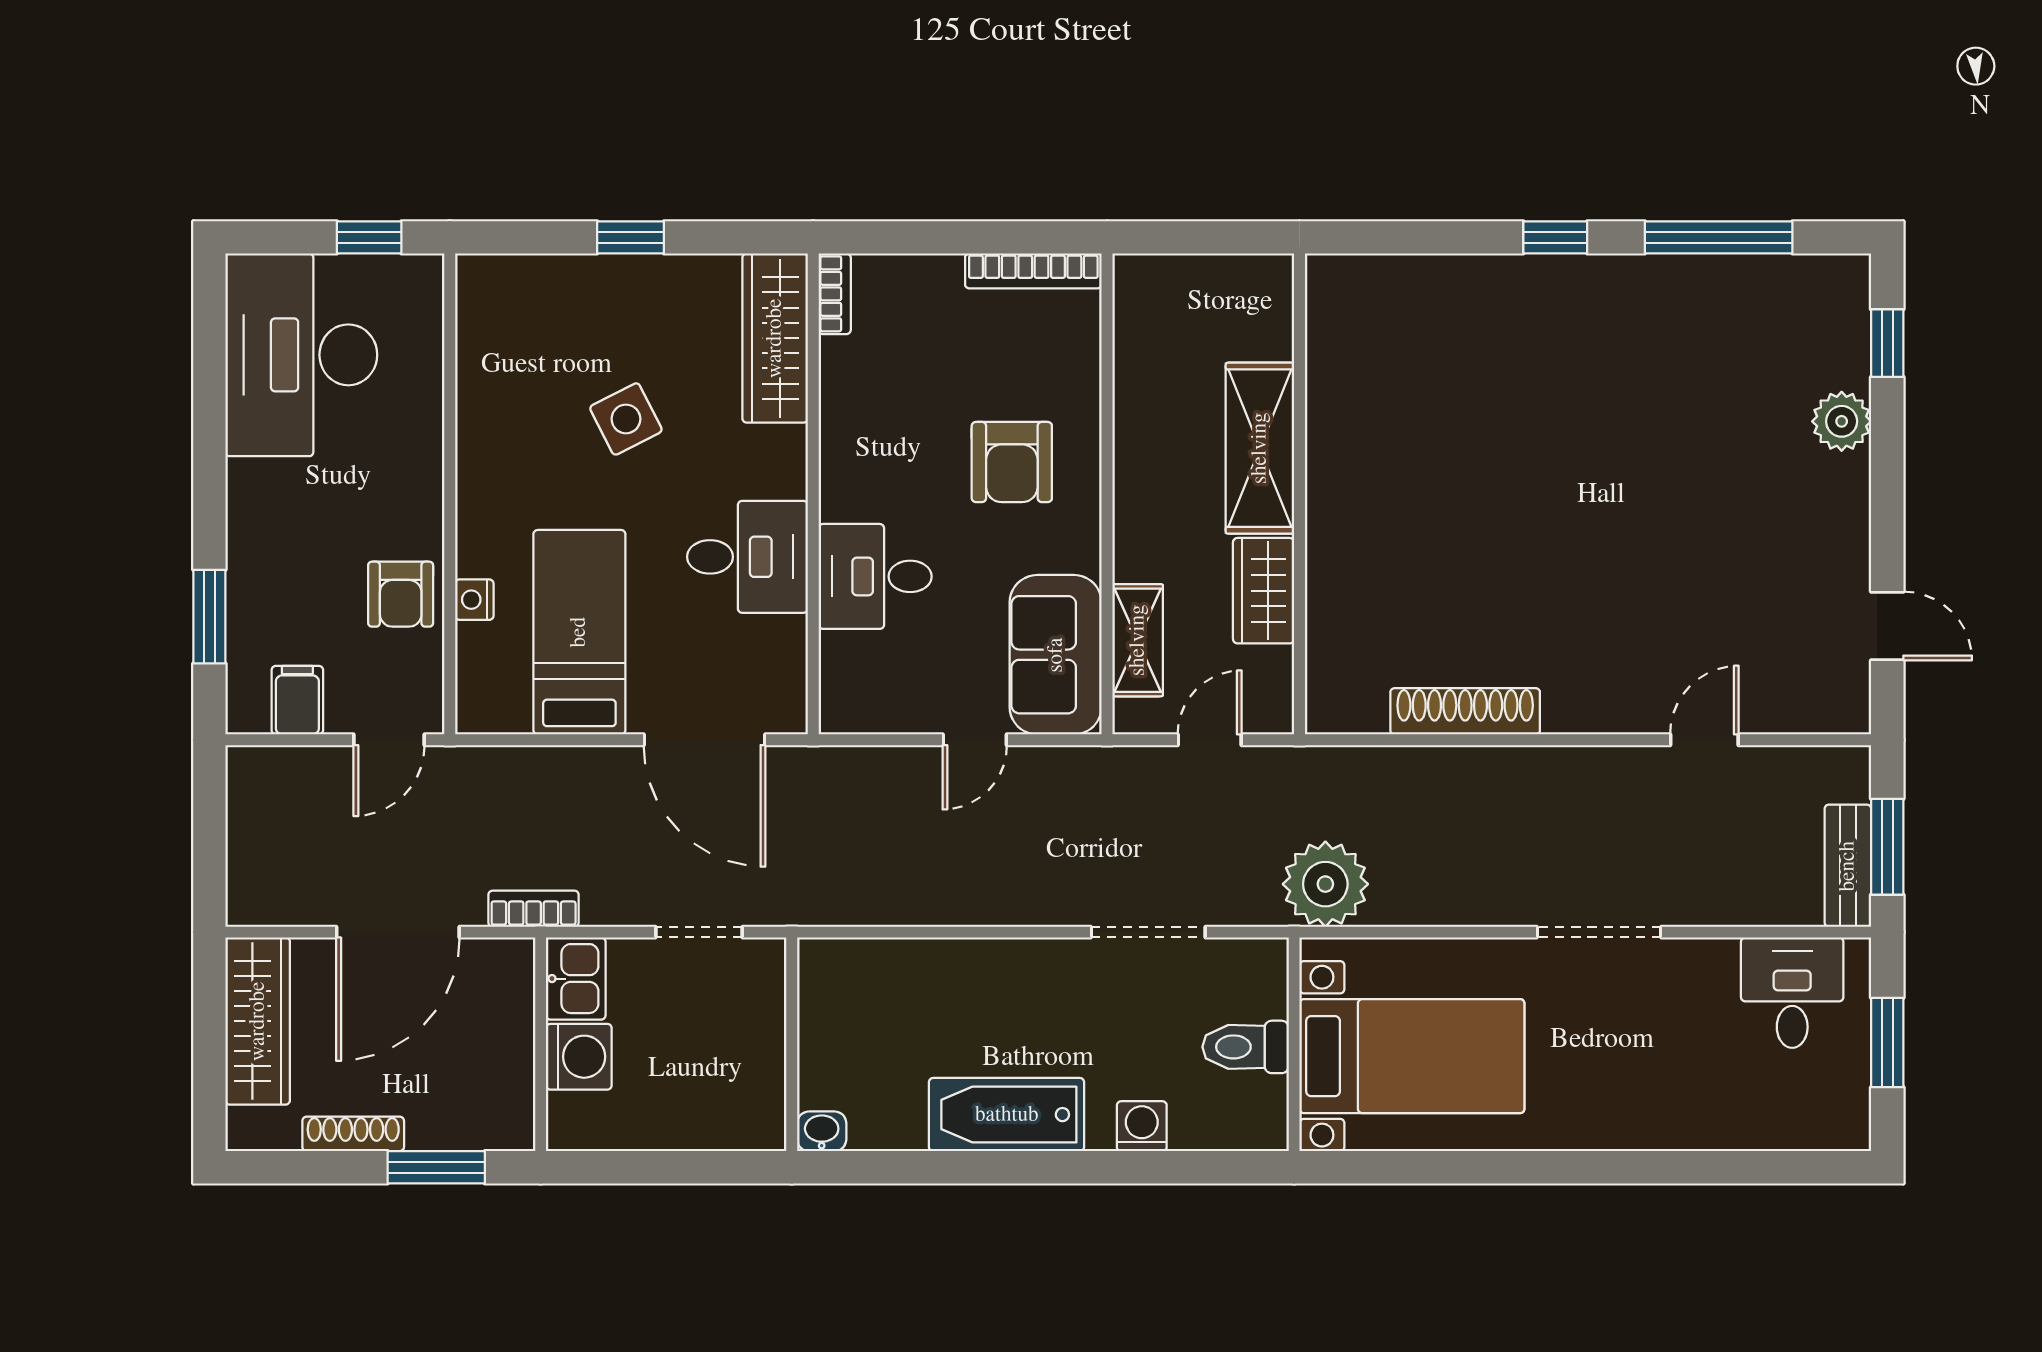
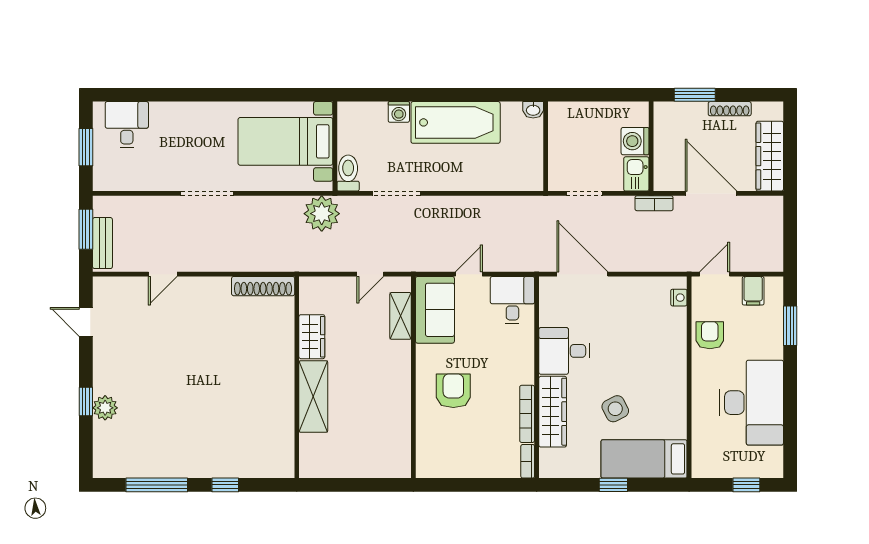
window: (369, 237) -> (746, 485), moved
bookcase: (1033, 271) -> (527, 414), moved, turned -90
wardrobe: (775, 338) -> (553, 412), moved
window: (1887, 343) -> (86, 401), moved
desk: (301, 355) -> (751, 403), moved
shelving: (1260, 448) -> (313, 396), moved
wall: (1299, 494) -> (297, 377), moved
desk: (875, 576) -> (512, 300), moved, turned -90
wardrobe: (1264, 591) -> (312, 337), moved
nightstand: (474, 600) -> (679, 298), moved
bed: (579, 632) -> (644, 459), moved, turned 90
bench: (1848, 866) -> (102, 243), moved
door: (398, 932) -> (711, 193), hinge flipped
desk: (1792, 993) -> (127, 125), moved, turned 180
toilet: (1246, 1047) -> (348, 173), moved, turned -90
bathtub: (1007, 1115) -> (456, 122), width x1.36, depth x1.36

